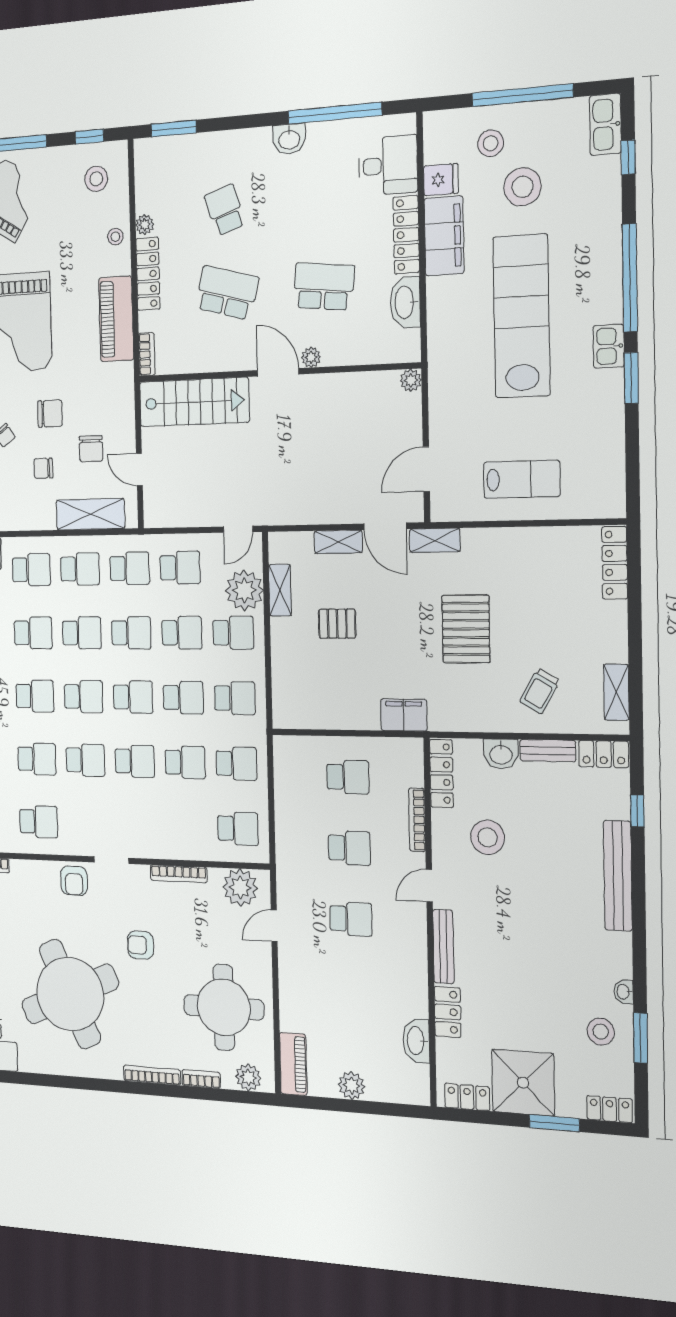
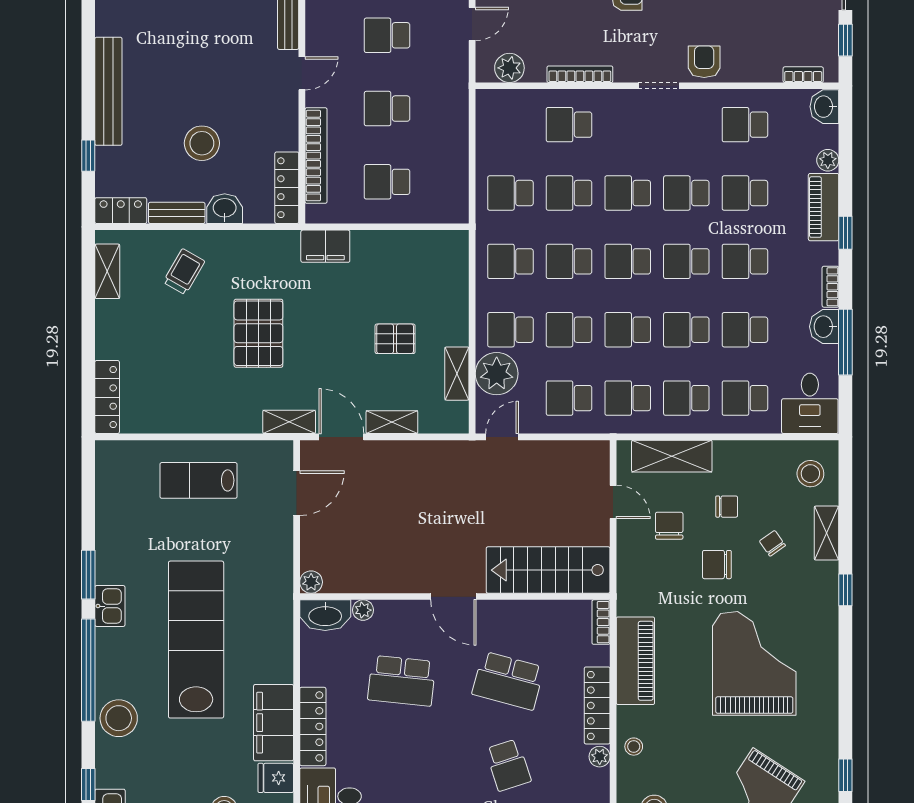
stool: (522, 187) -> (119, 718), moved
washbasin: (405, 302) -> (325, 615), moved, turned 90
lab bench: (521, 316) -> (196, 640), turned 180
plant: (311, 357) -> (363, 610), moved
bookcase: (417, 820) -> (316, 156), width x1.48, depth x1.31
school desk: (238, 829) -> (569, 125), moved
stool: (488, 837) -> (202, 143), moved
plant: (240, 888) -> (509, 68), width x0.73, depth x0.73

